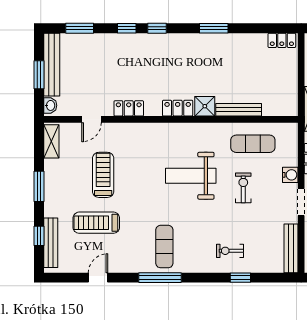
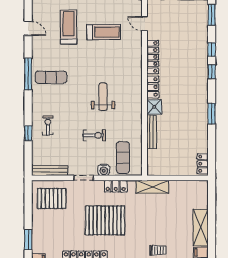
locker: (129, 108) -> (153, 57), width x1.53
exercise mat: (253, 144) -> (123, 158), moved
weight bench: (191, 176) -> (103, 97), width x0.73, depth x0.75

